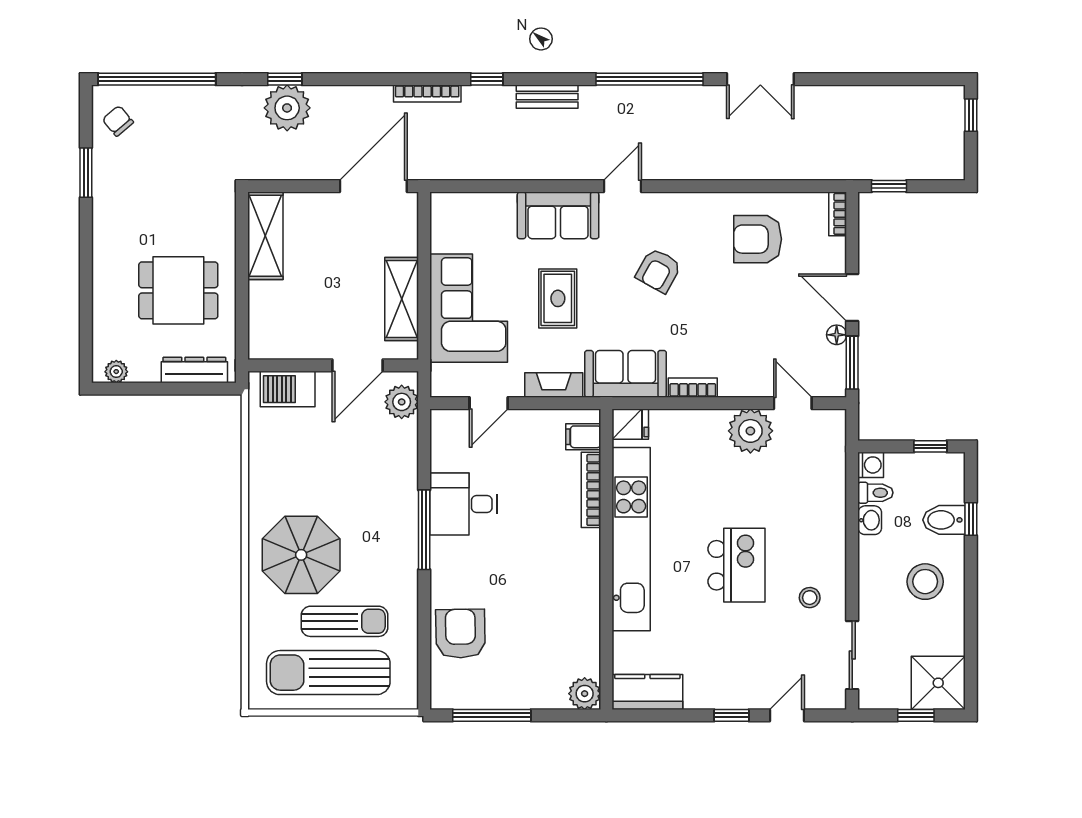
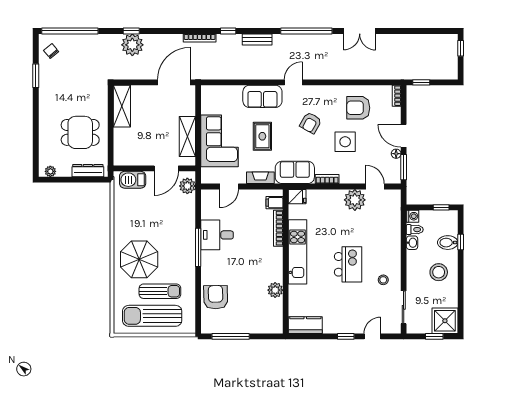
side table: (730, 310) -> (345, 142), added
kitchen unit: (631, 539) -> (298, 252), width x0.73
plant: (585, 694) -> (275, 290), moved

